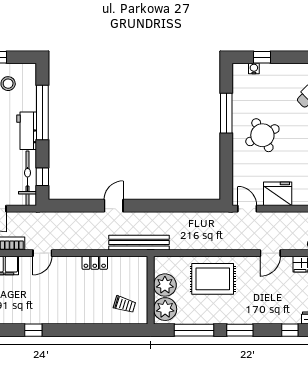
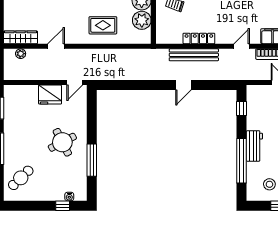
bicycle: (28, 178) -> (254, 107), removed
door: (247, 209) -> (75, 83), hinge flipped
bench: (139, 243) -> (194, 55), moved
locker: (95, 263) -> (199, 38), width x1.53
rug: (213, 279) -> (103, 25), width x0.73, depth x0.70

